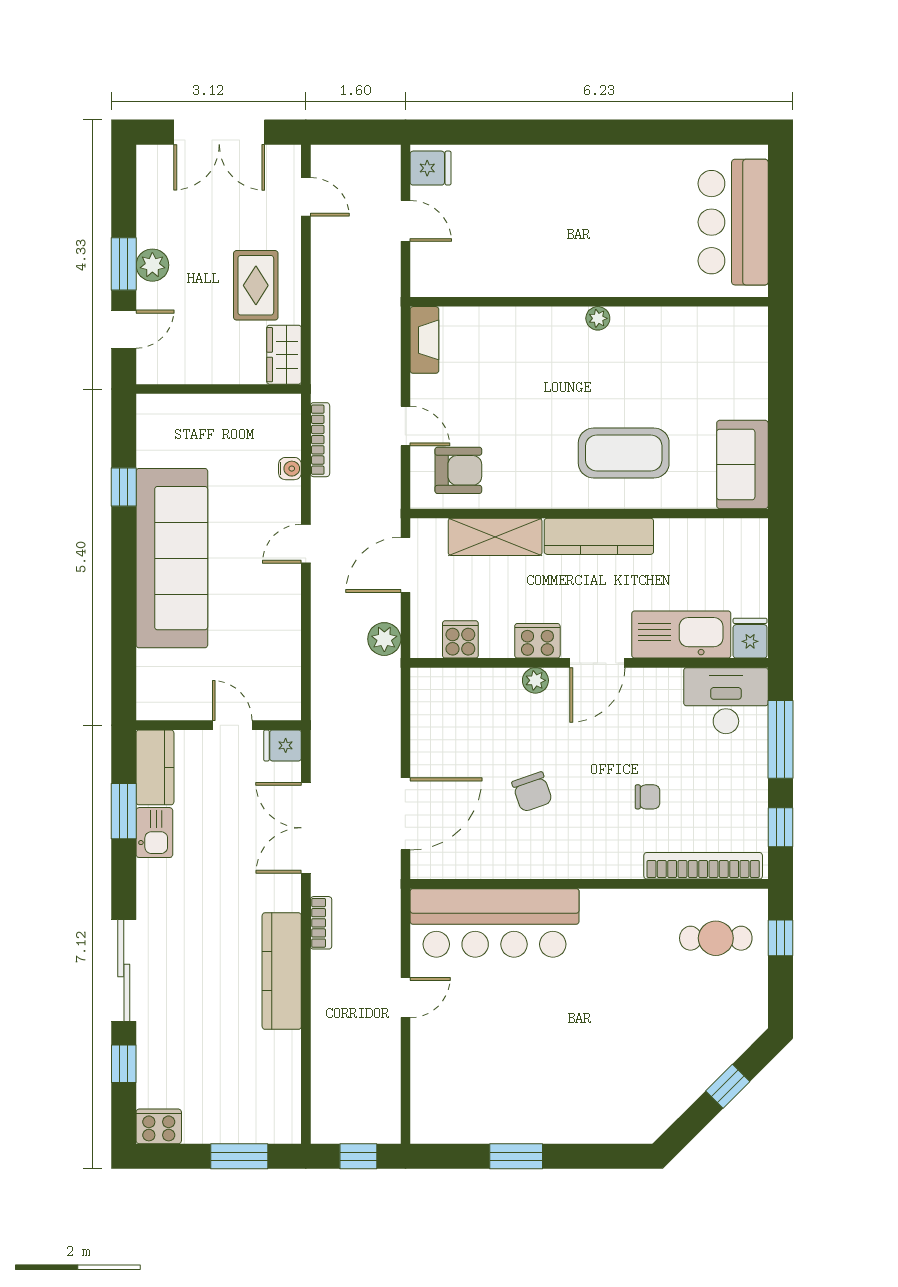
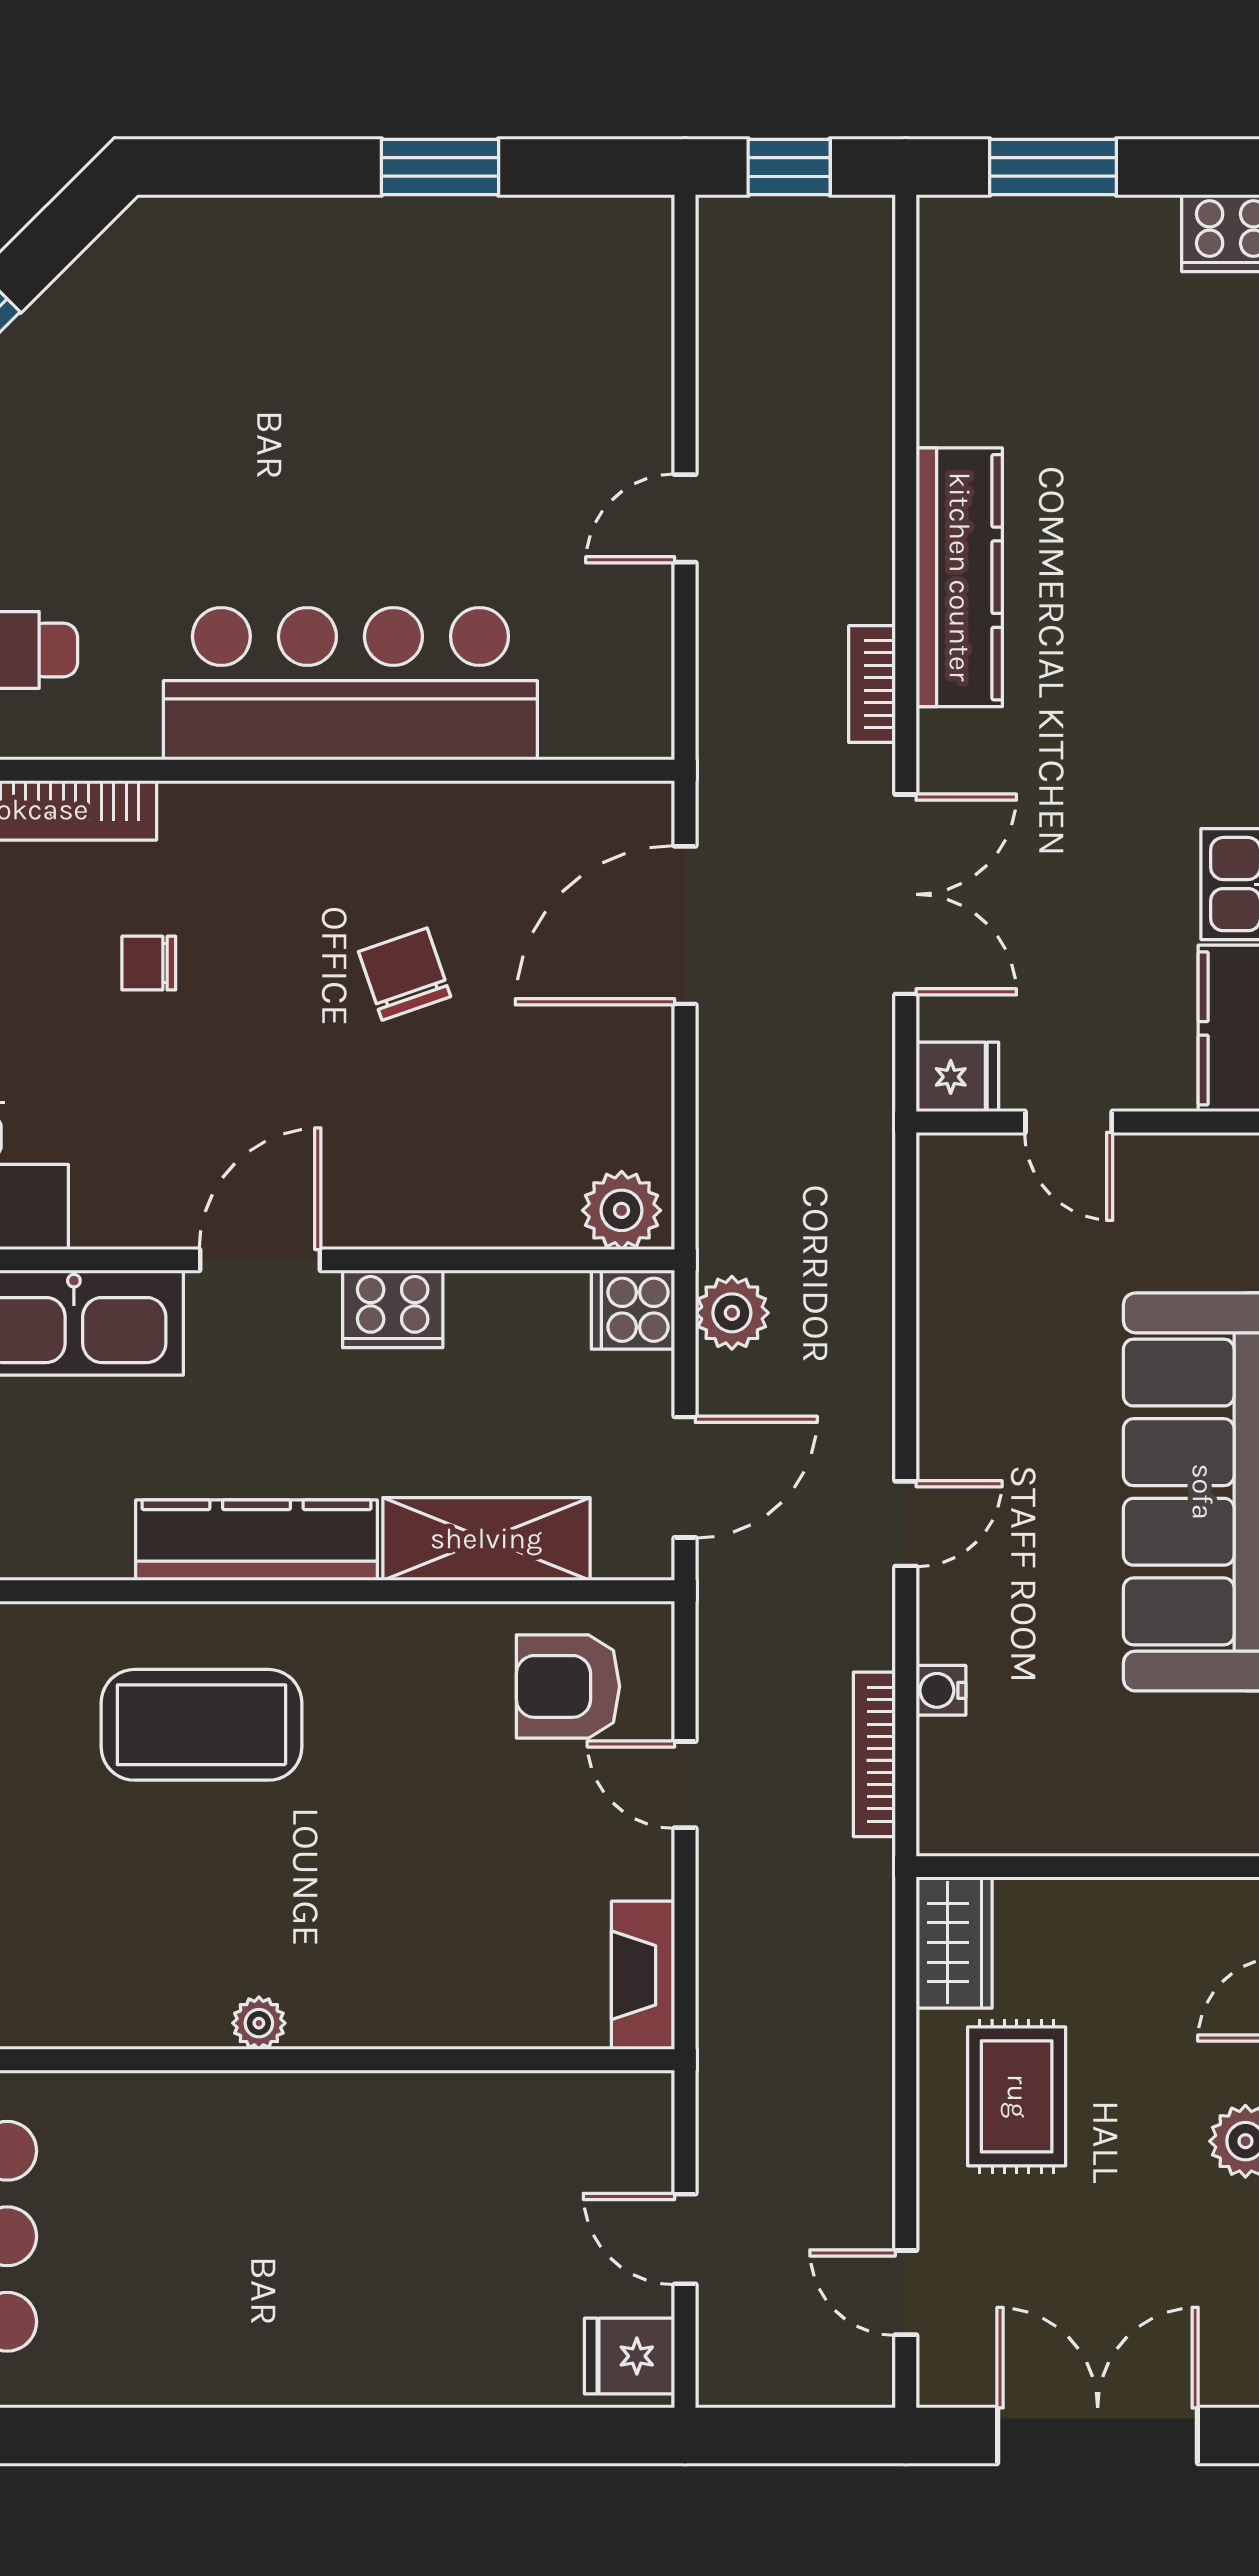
cooker: (460, 639) -> (633, 1310), moved, turned 90
plant: (535, 680) -> (622, 1210), moved, width x1.38, depth x1.38
bar counter: (495, 923) -> (350, 684), moved

